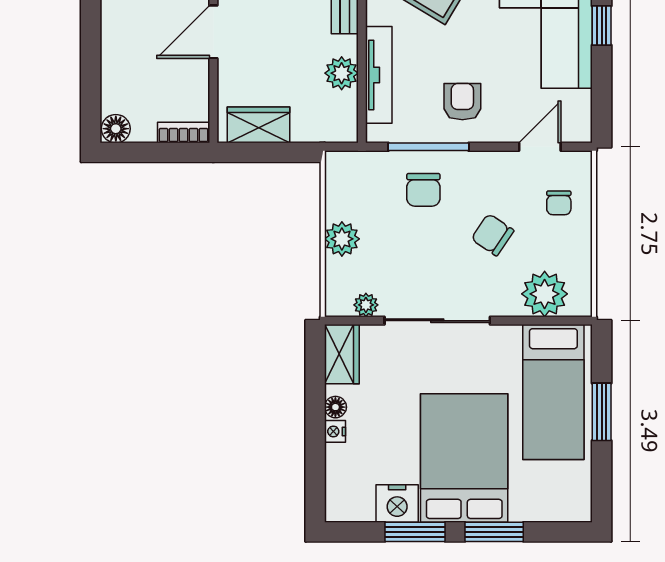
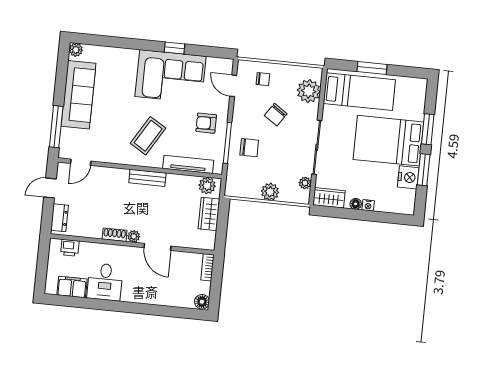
plant: (342, 73) -> (207, 186), moved
wardrobe: (258, 125) -> (209, 214), moved

